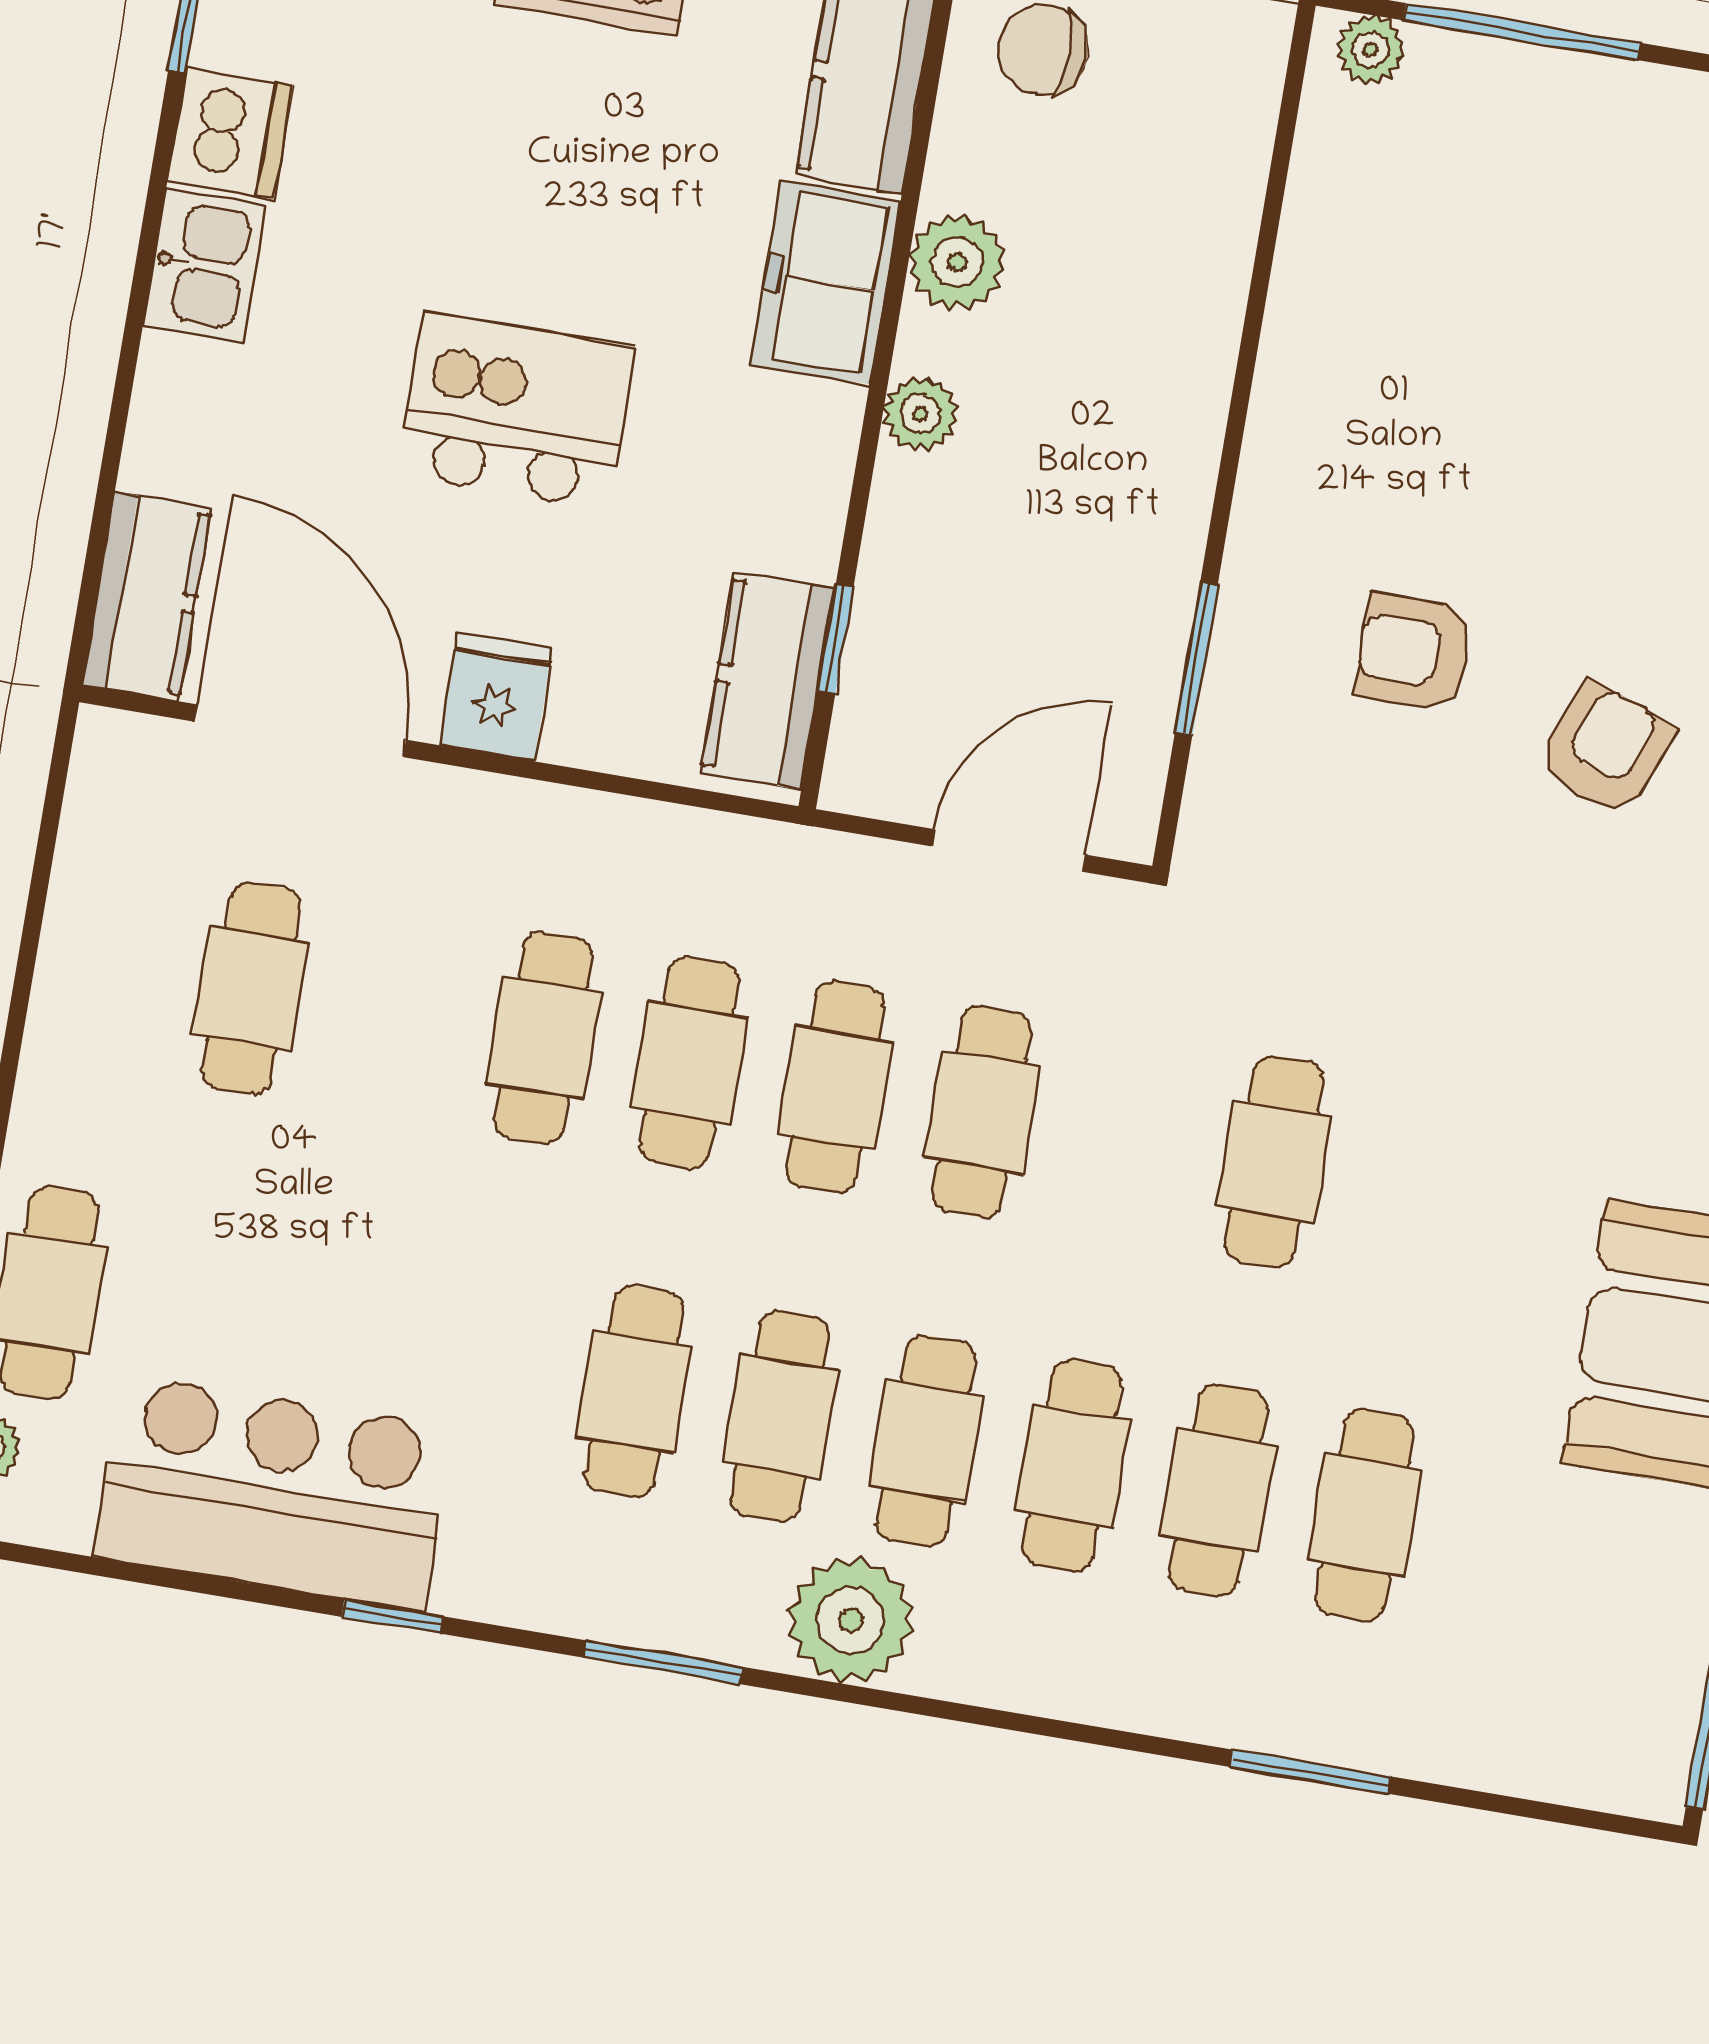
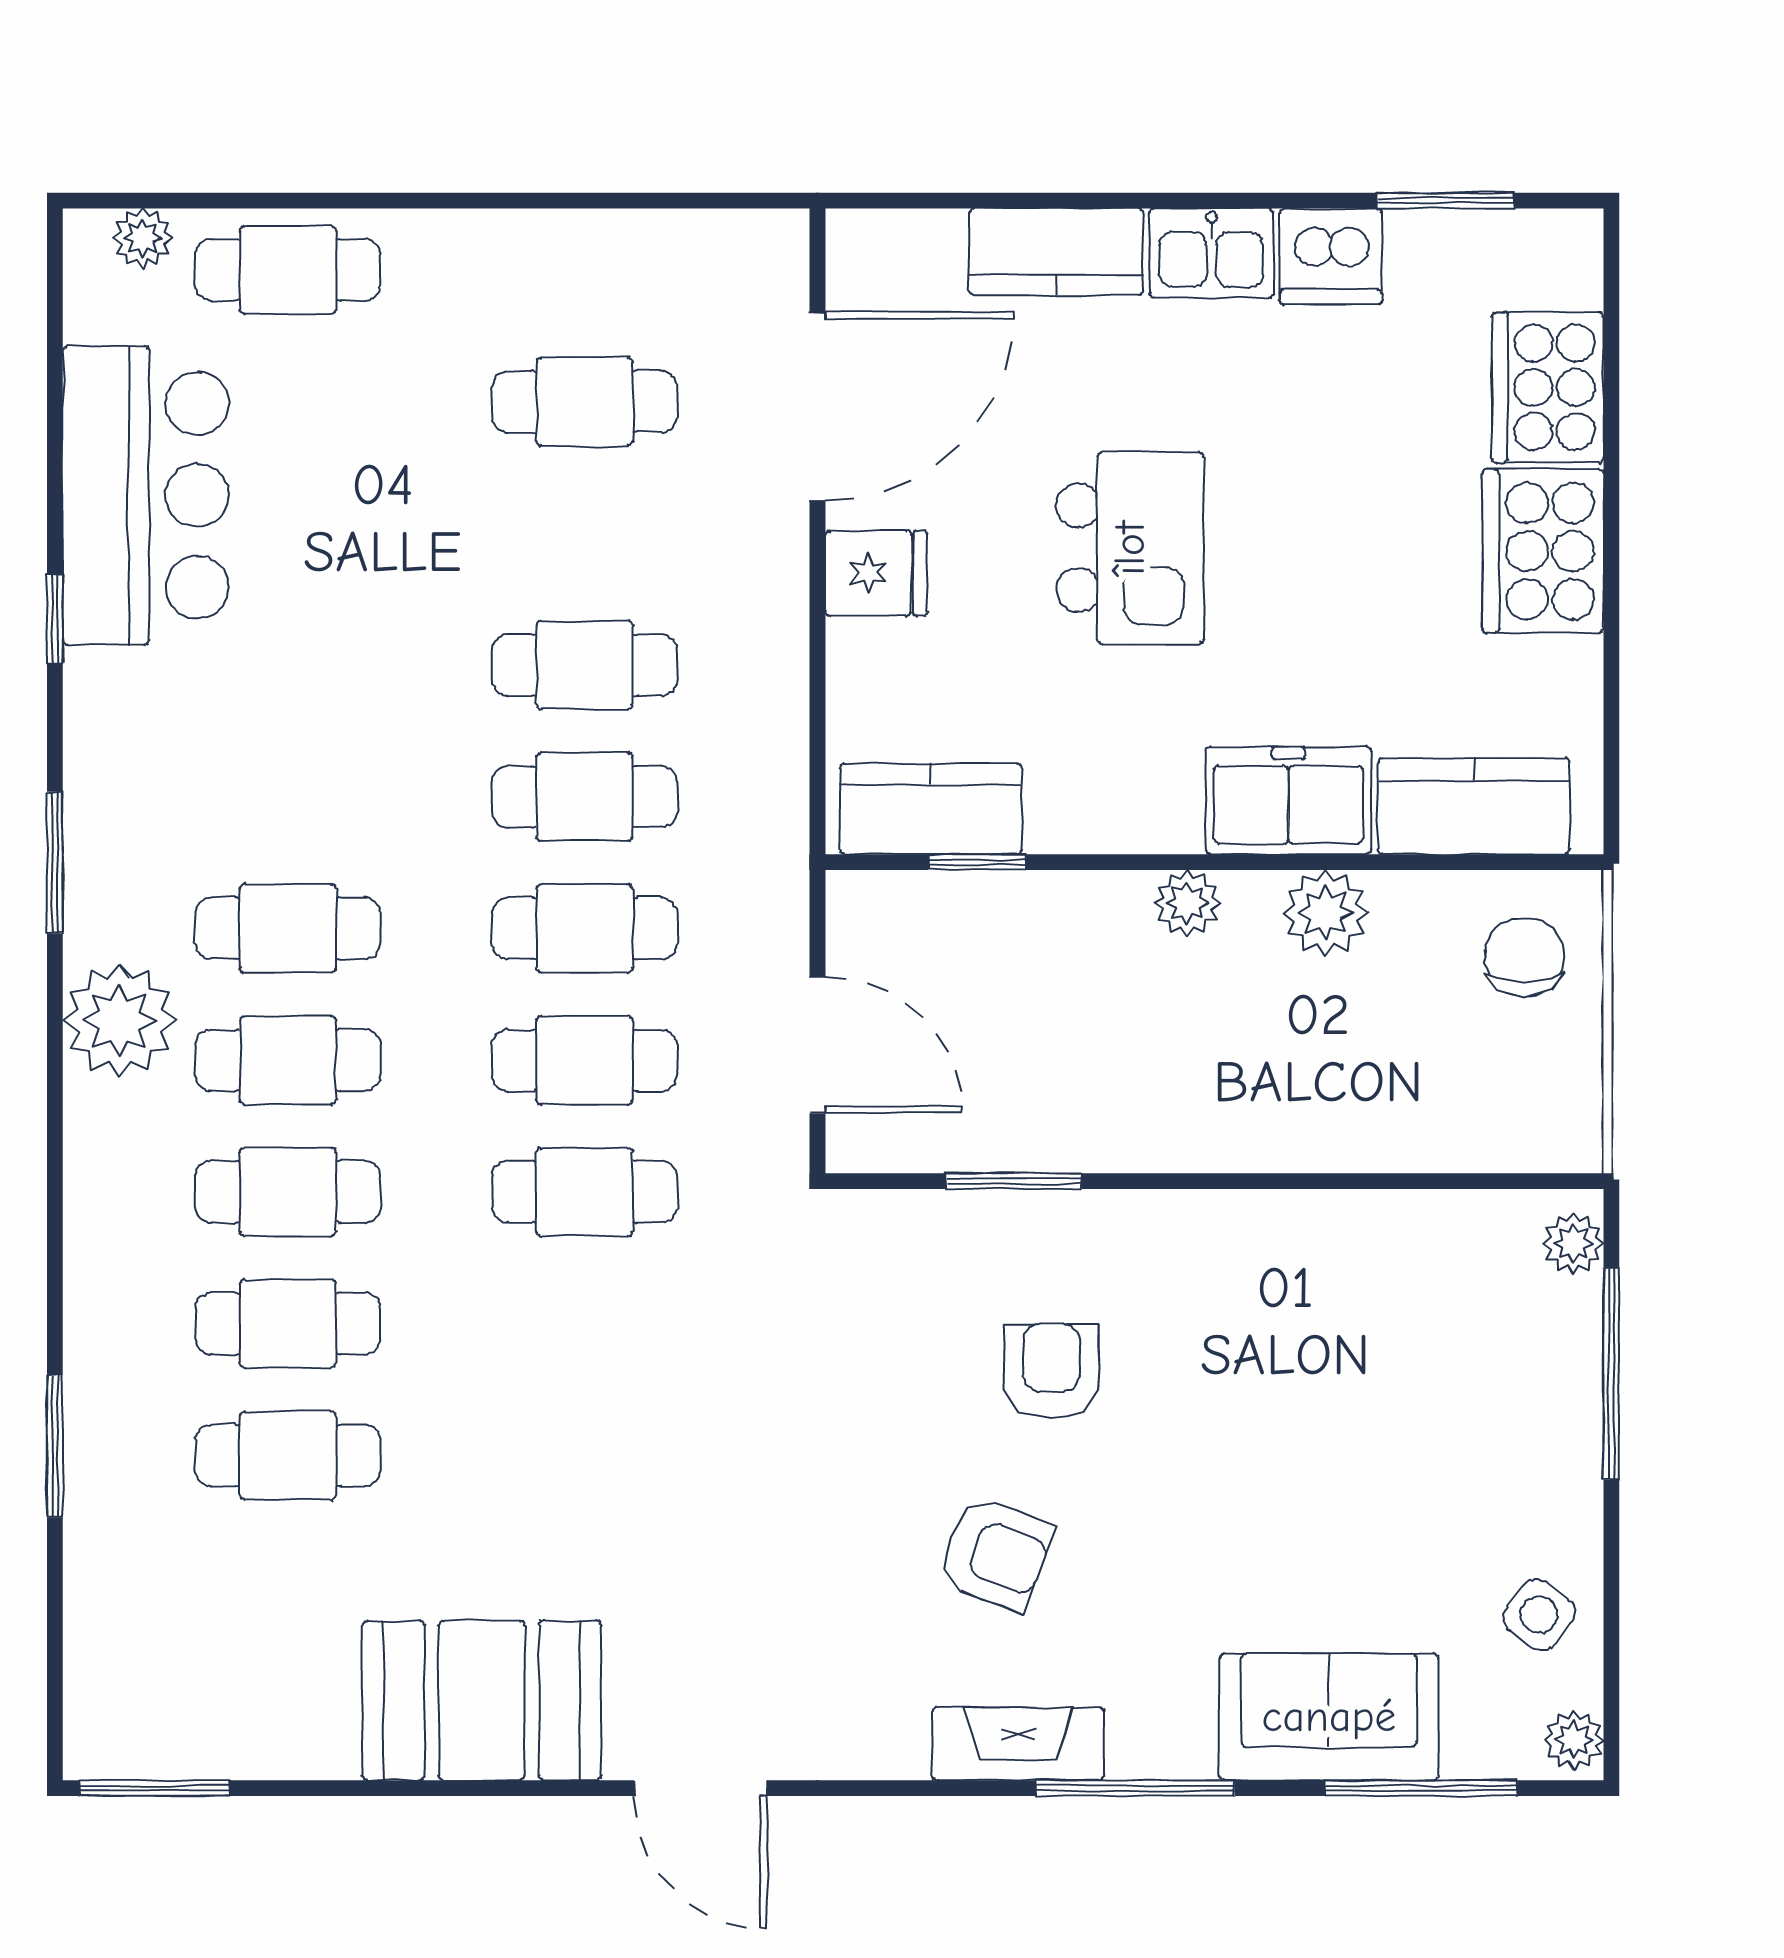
kitchen counter: (147, 596) -> (1056, 252), moved
cafe table: (1274, 1161) -> (585, 1192), moved
cafe table: (634, 1392) -> (288, 797), removed

